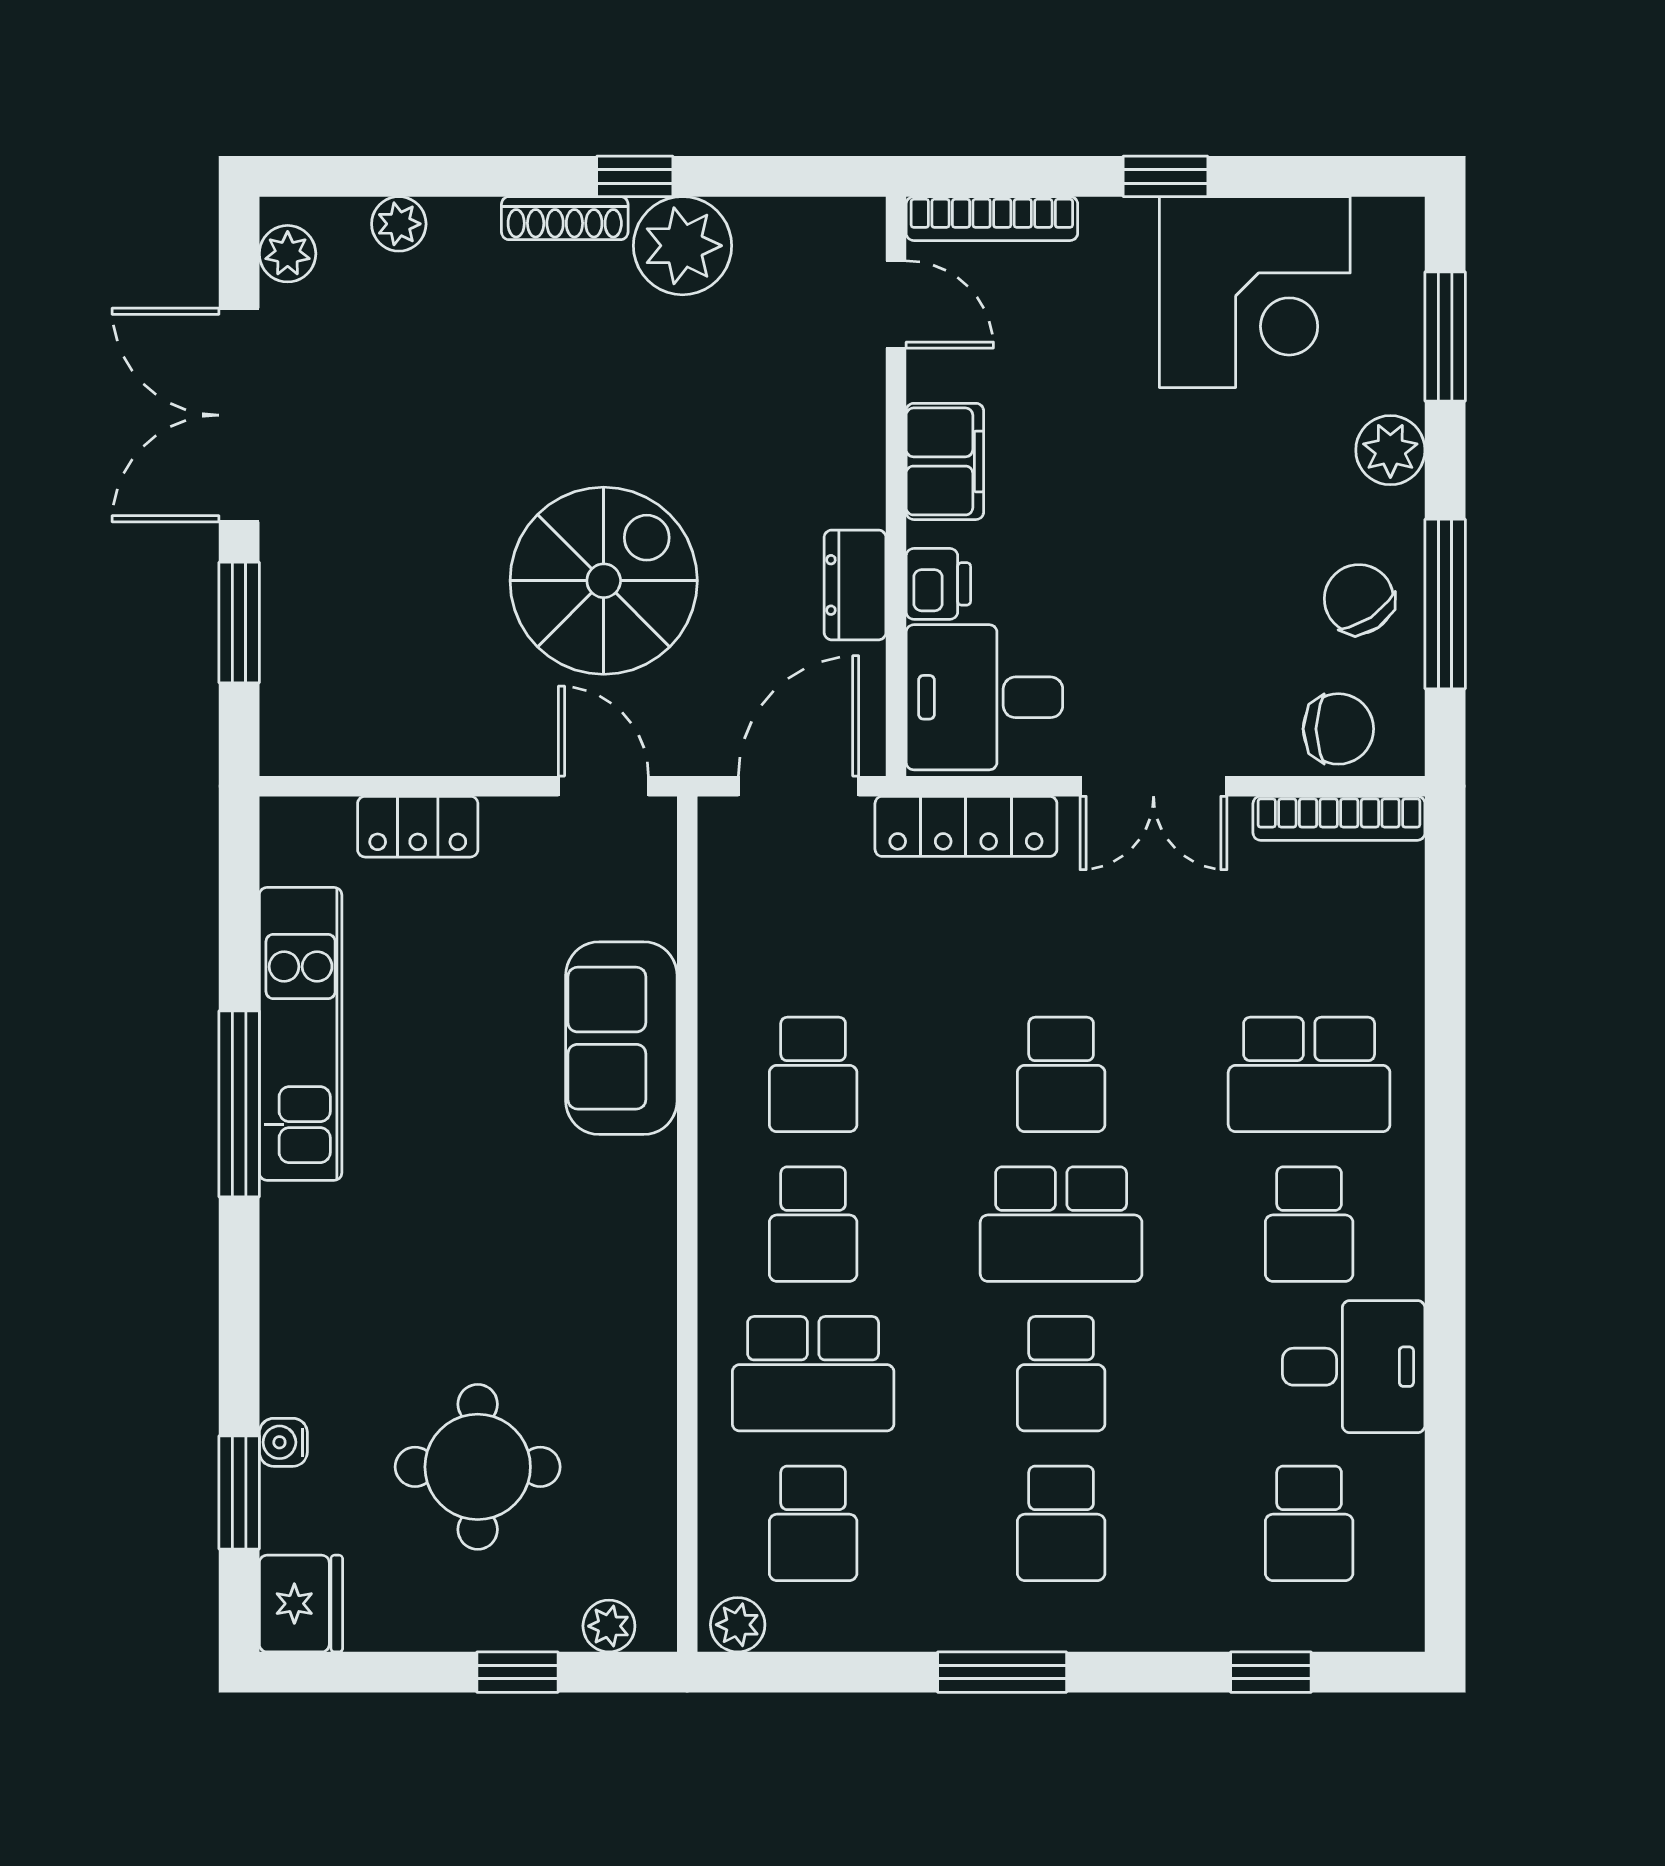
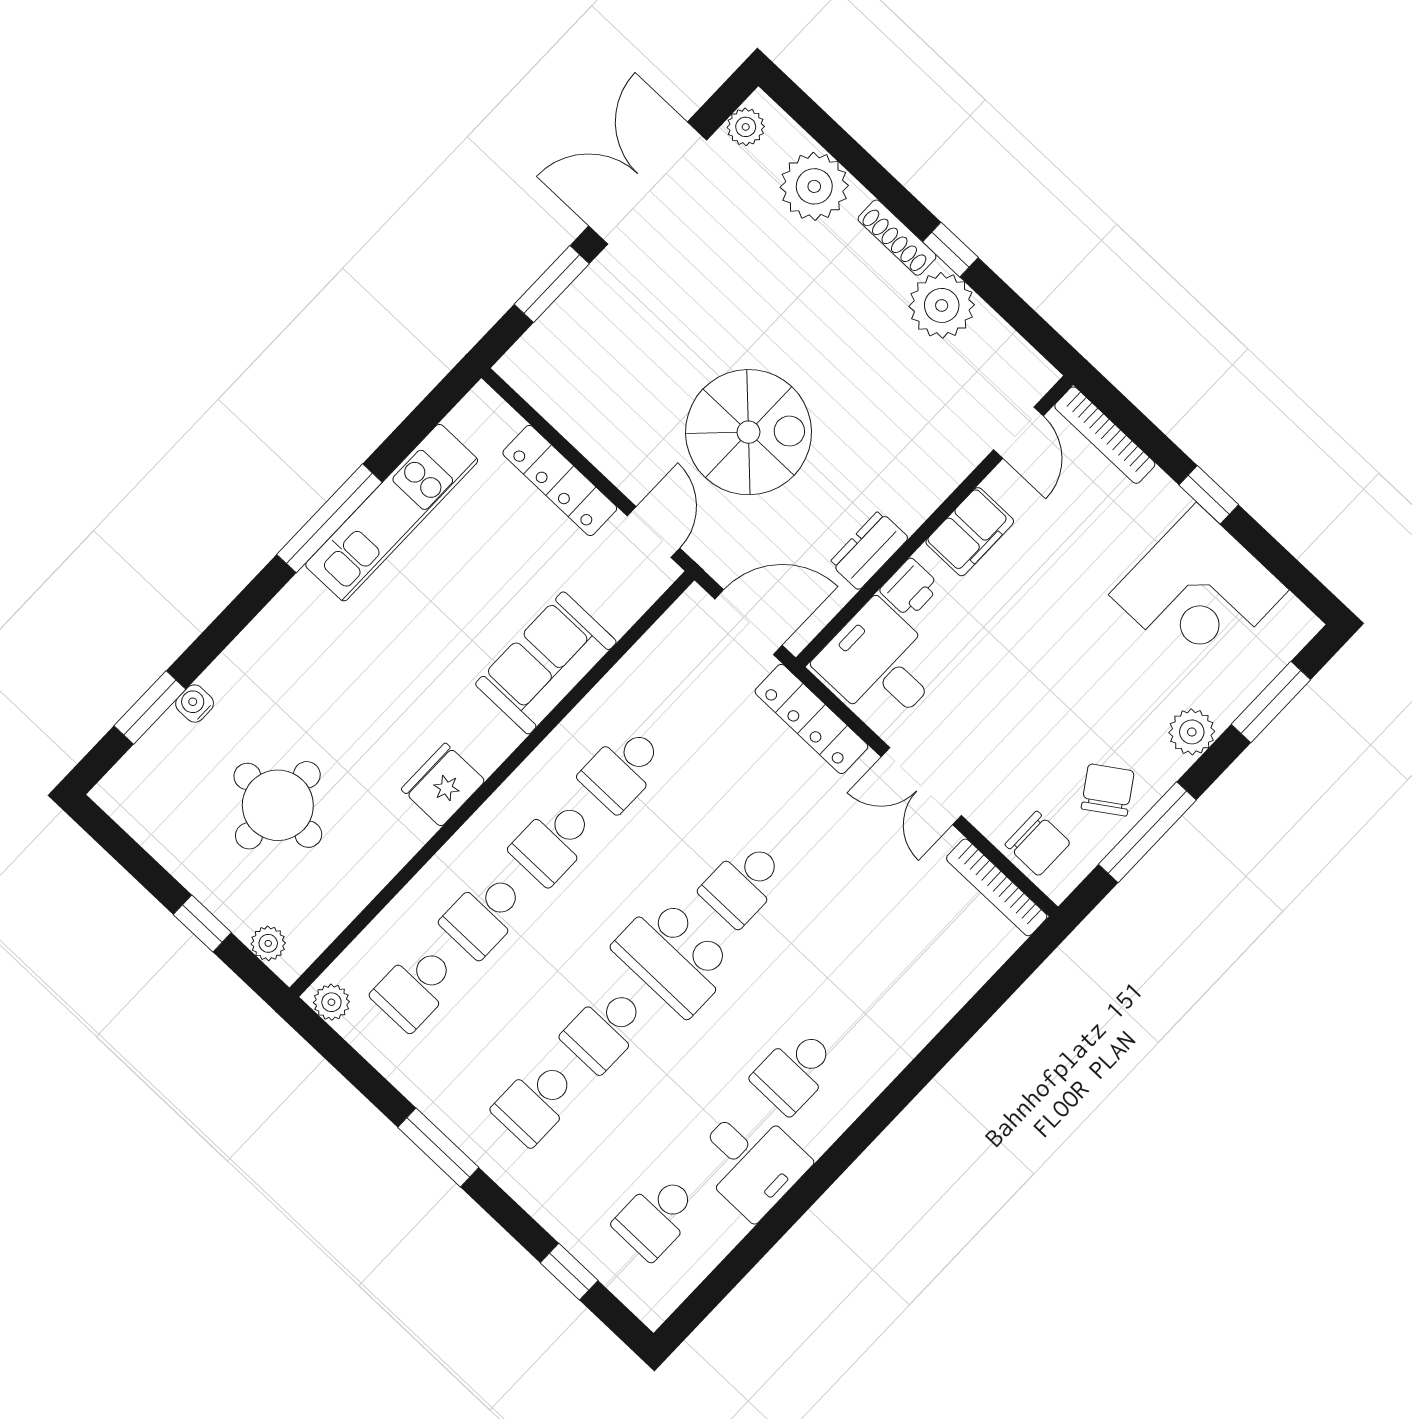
plant: (399, 224) -> (814, 186), width x1.87, depth x1.87
locker: (418, 827) -> (560, 481), width x1.53
school desk: (1309, 1074) -> (864, 998), removed
school desk: (813, 1374) -> (484, 915), width x0.54
fridge: (301, 1604) -> (443, 785), moved, turned 180

